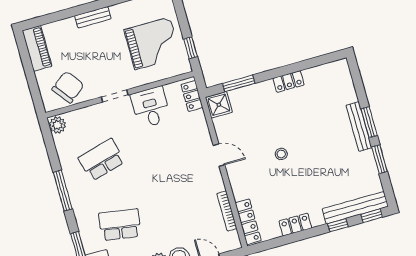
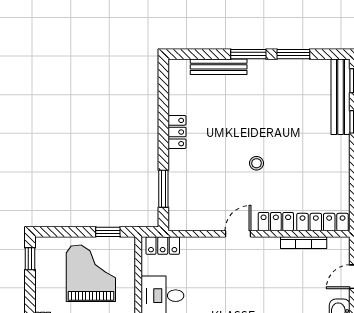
shower: (219, 105) -> (181, 218), removed
bench: (359, 127) -> (219, 67), moved
locker: (295, 225) -> (276, 222), moved, turned 90

